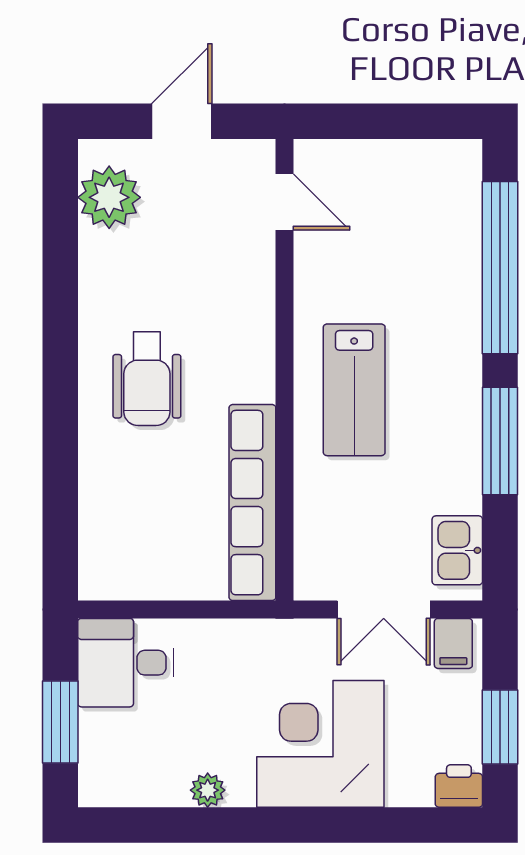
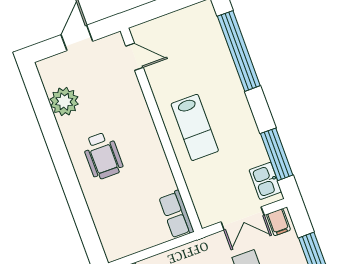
plant: (109, 197) -> (64, 102), moved
window: (500, 441) -> (277, 154), moved
row of seats: (252, 503) -> (176, 214), width x0.50

